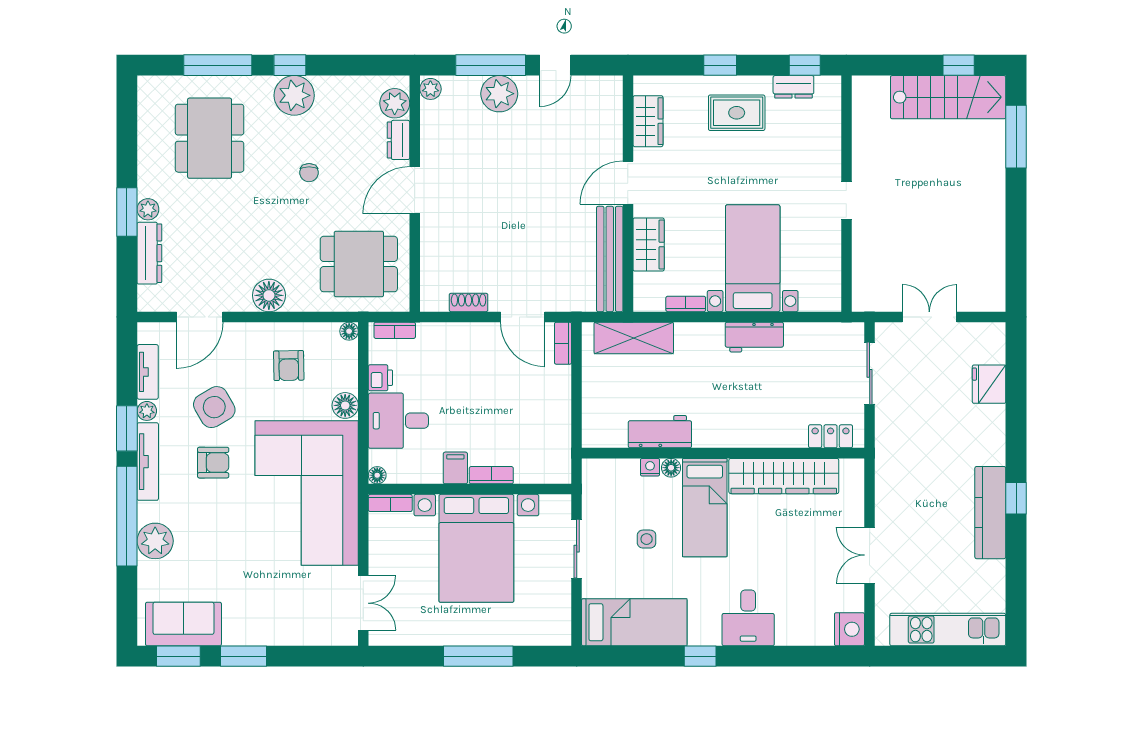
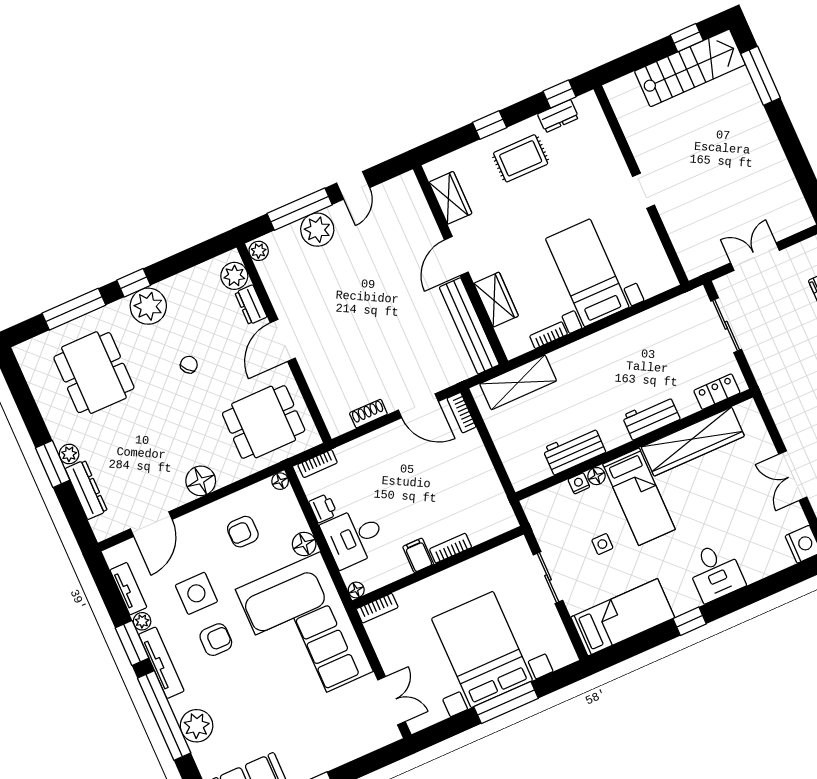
chair: (309, 173) -> (189, 365), turned -131
workbench: (754, 337) -> (651, 418), moved, turned 180
armchair: (289, 366) -> (243, 532), turned 91
side table: (214, 407) -> (196, 593), turned 30
bed with nightstands: (476, 548) -> (482, 650), moved, turned 180

